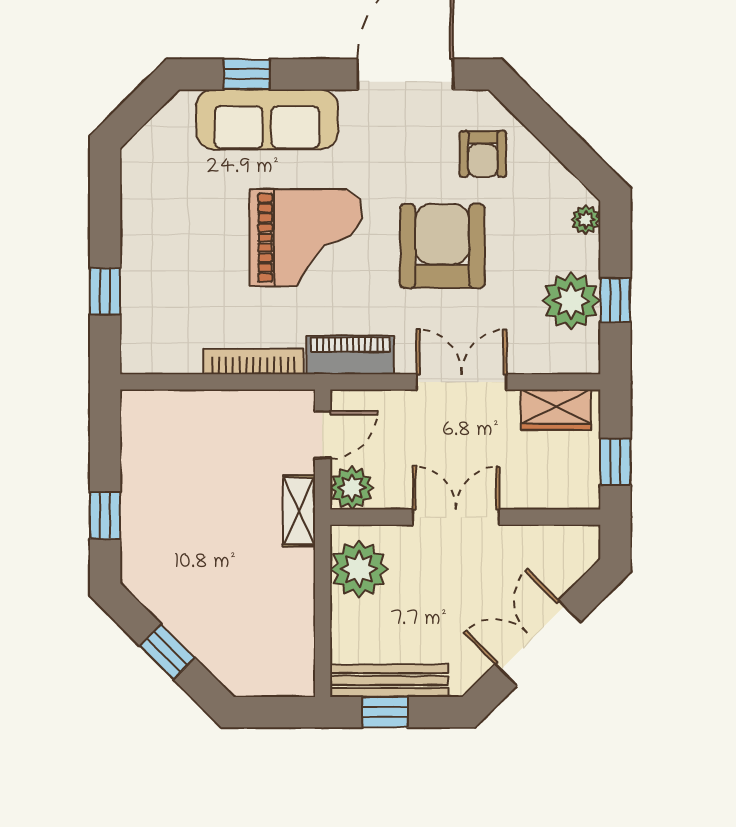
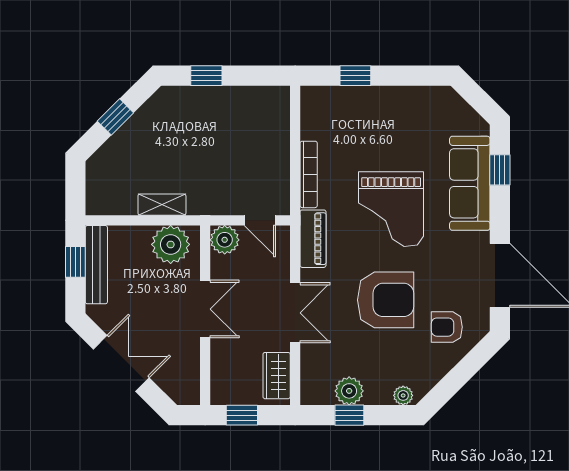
plant: (571, 301) -> (349, 391), width x0.73, depth x0.73
shelving: (299, 511) -> (162, 205), moved

